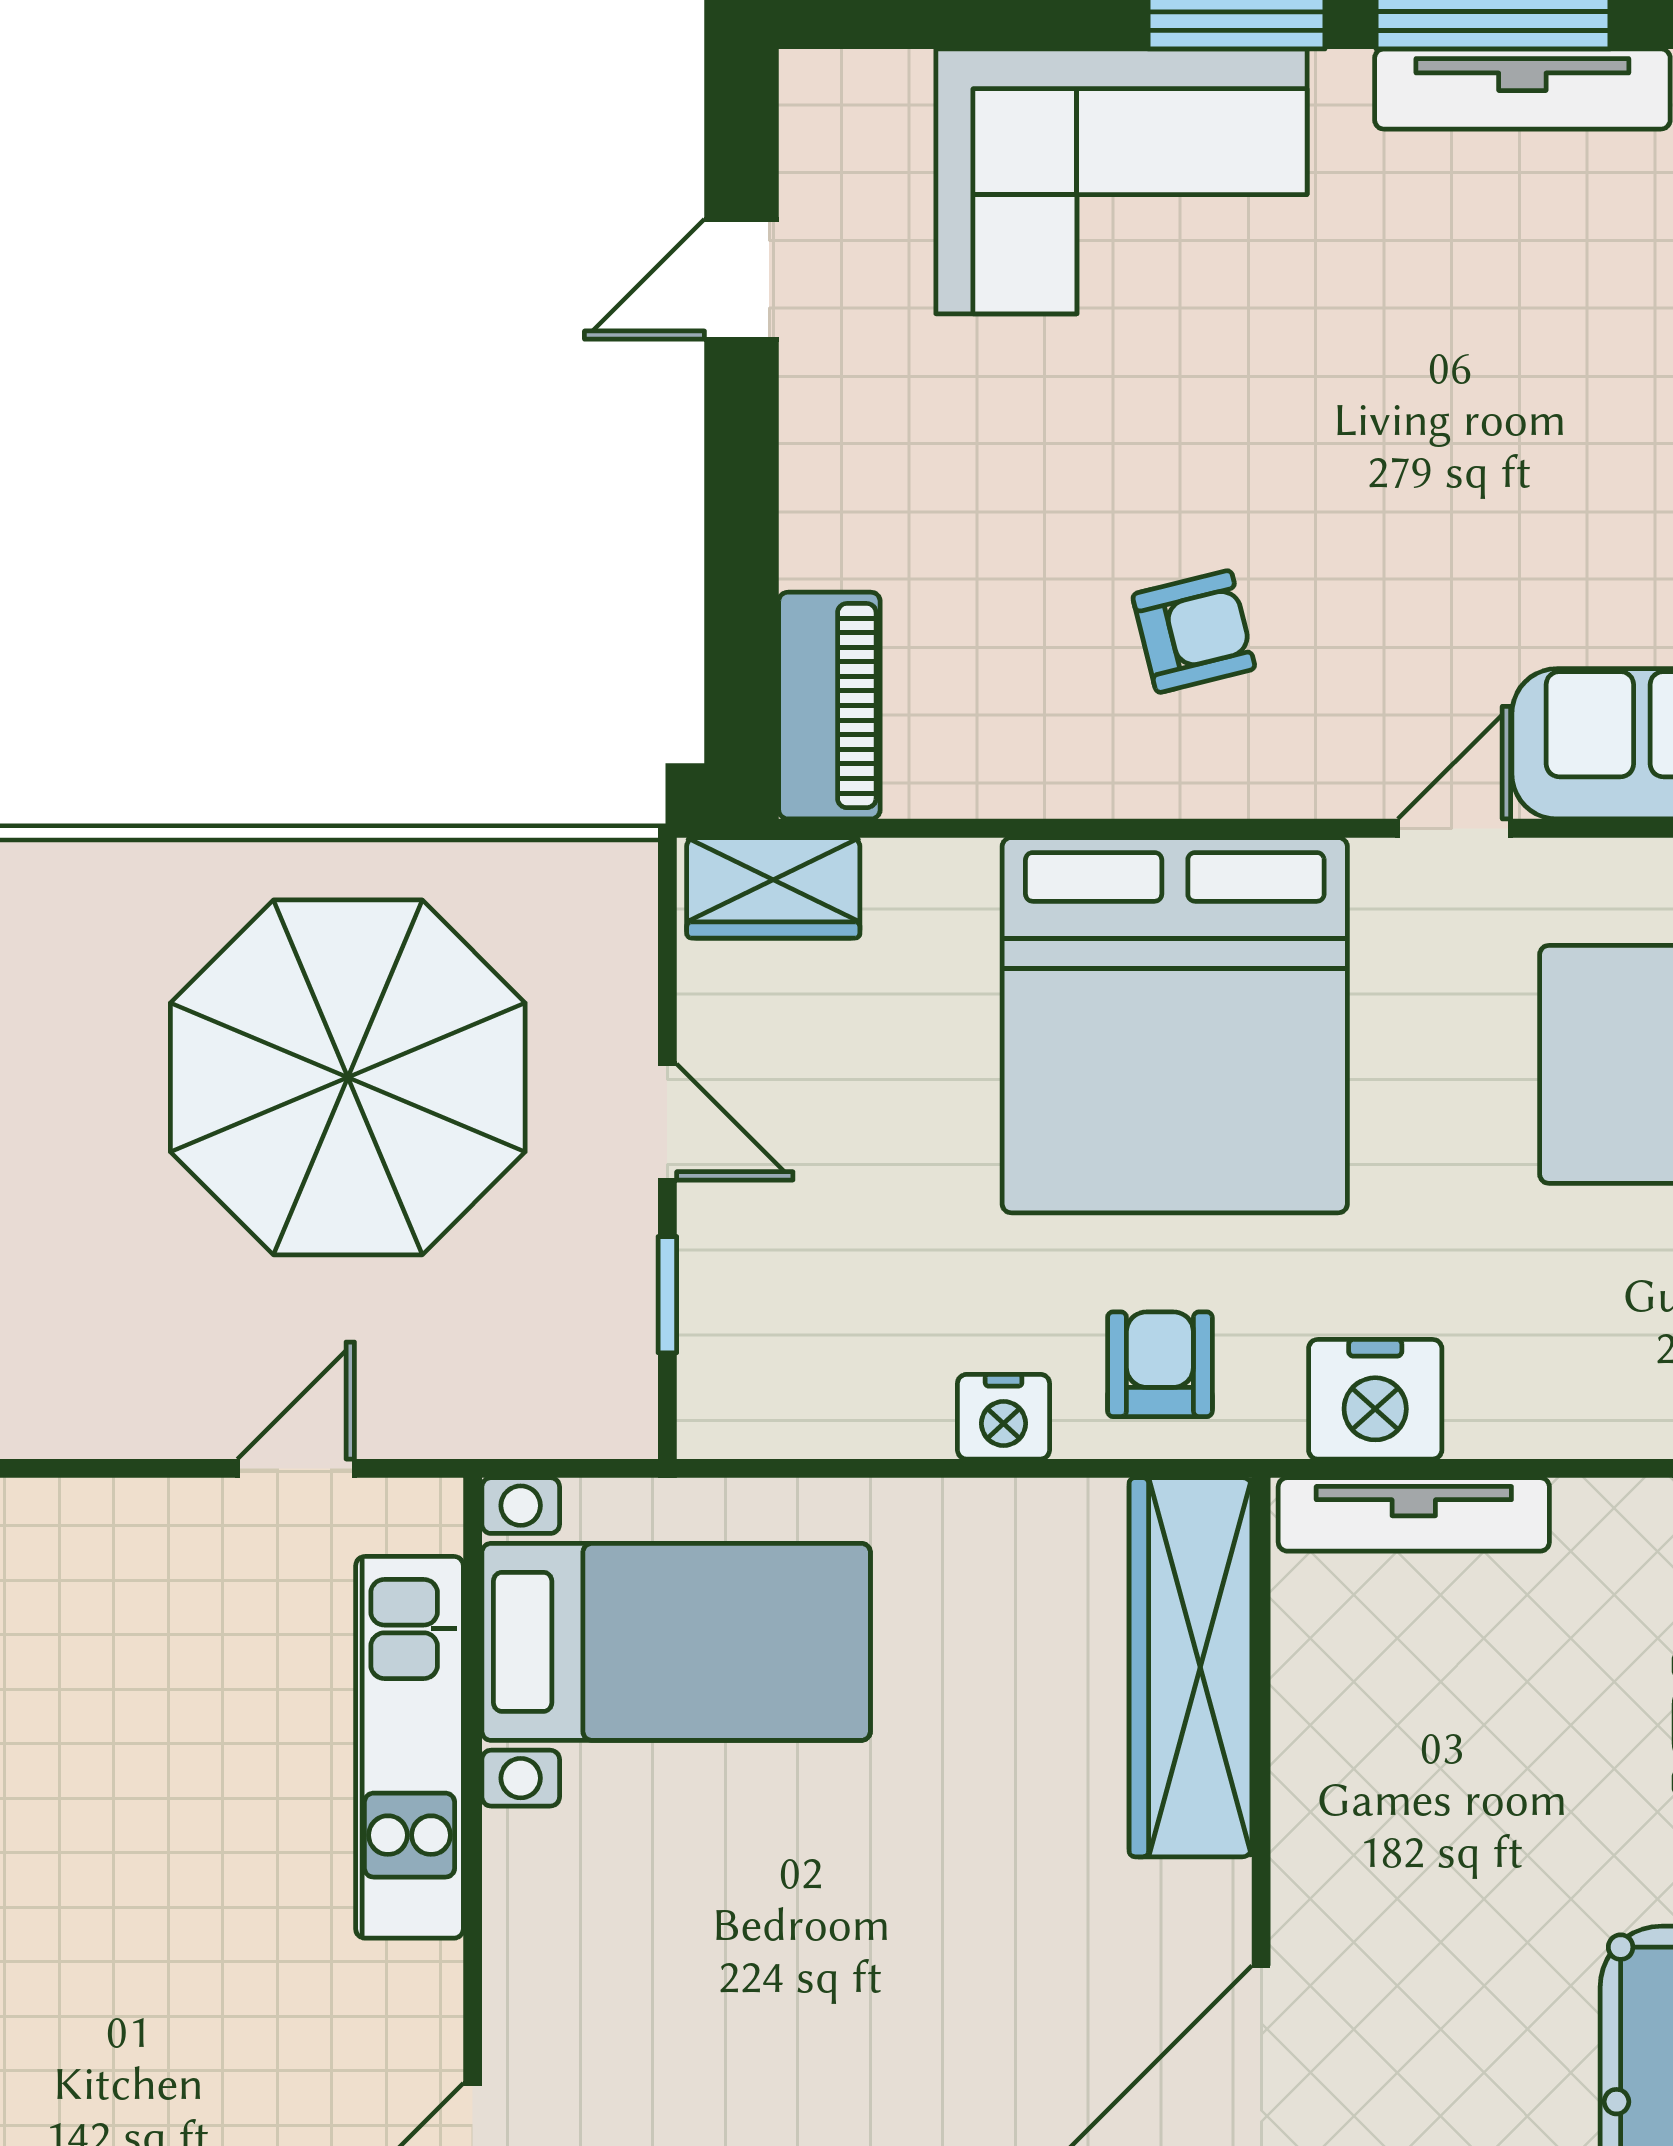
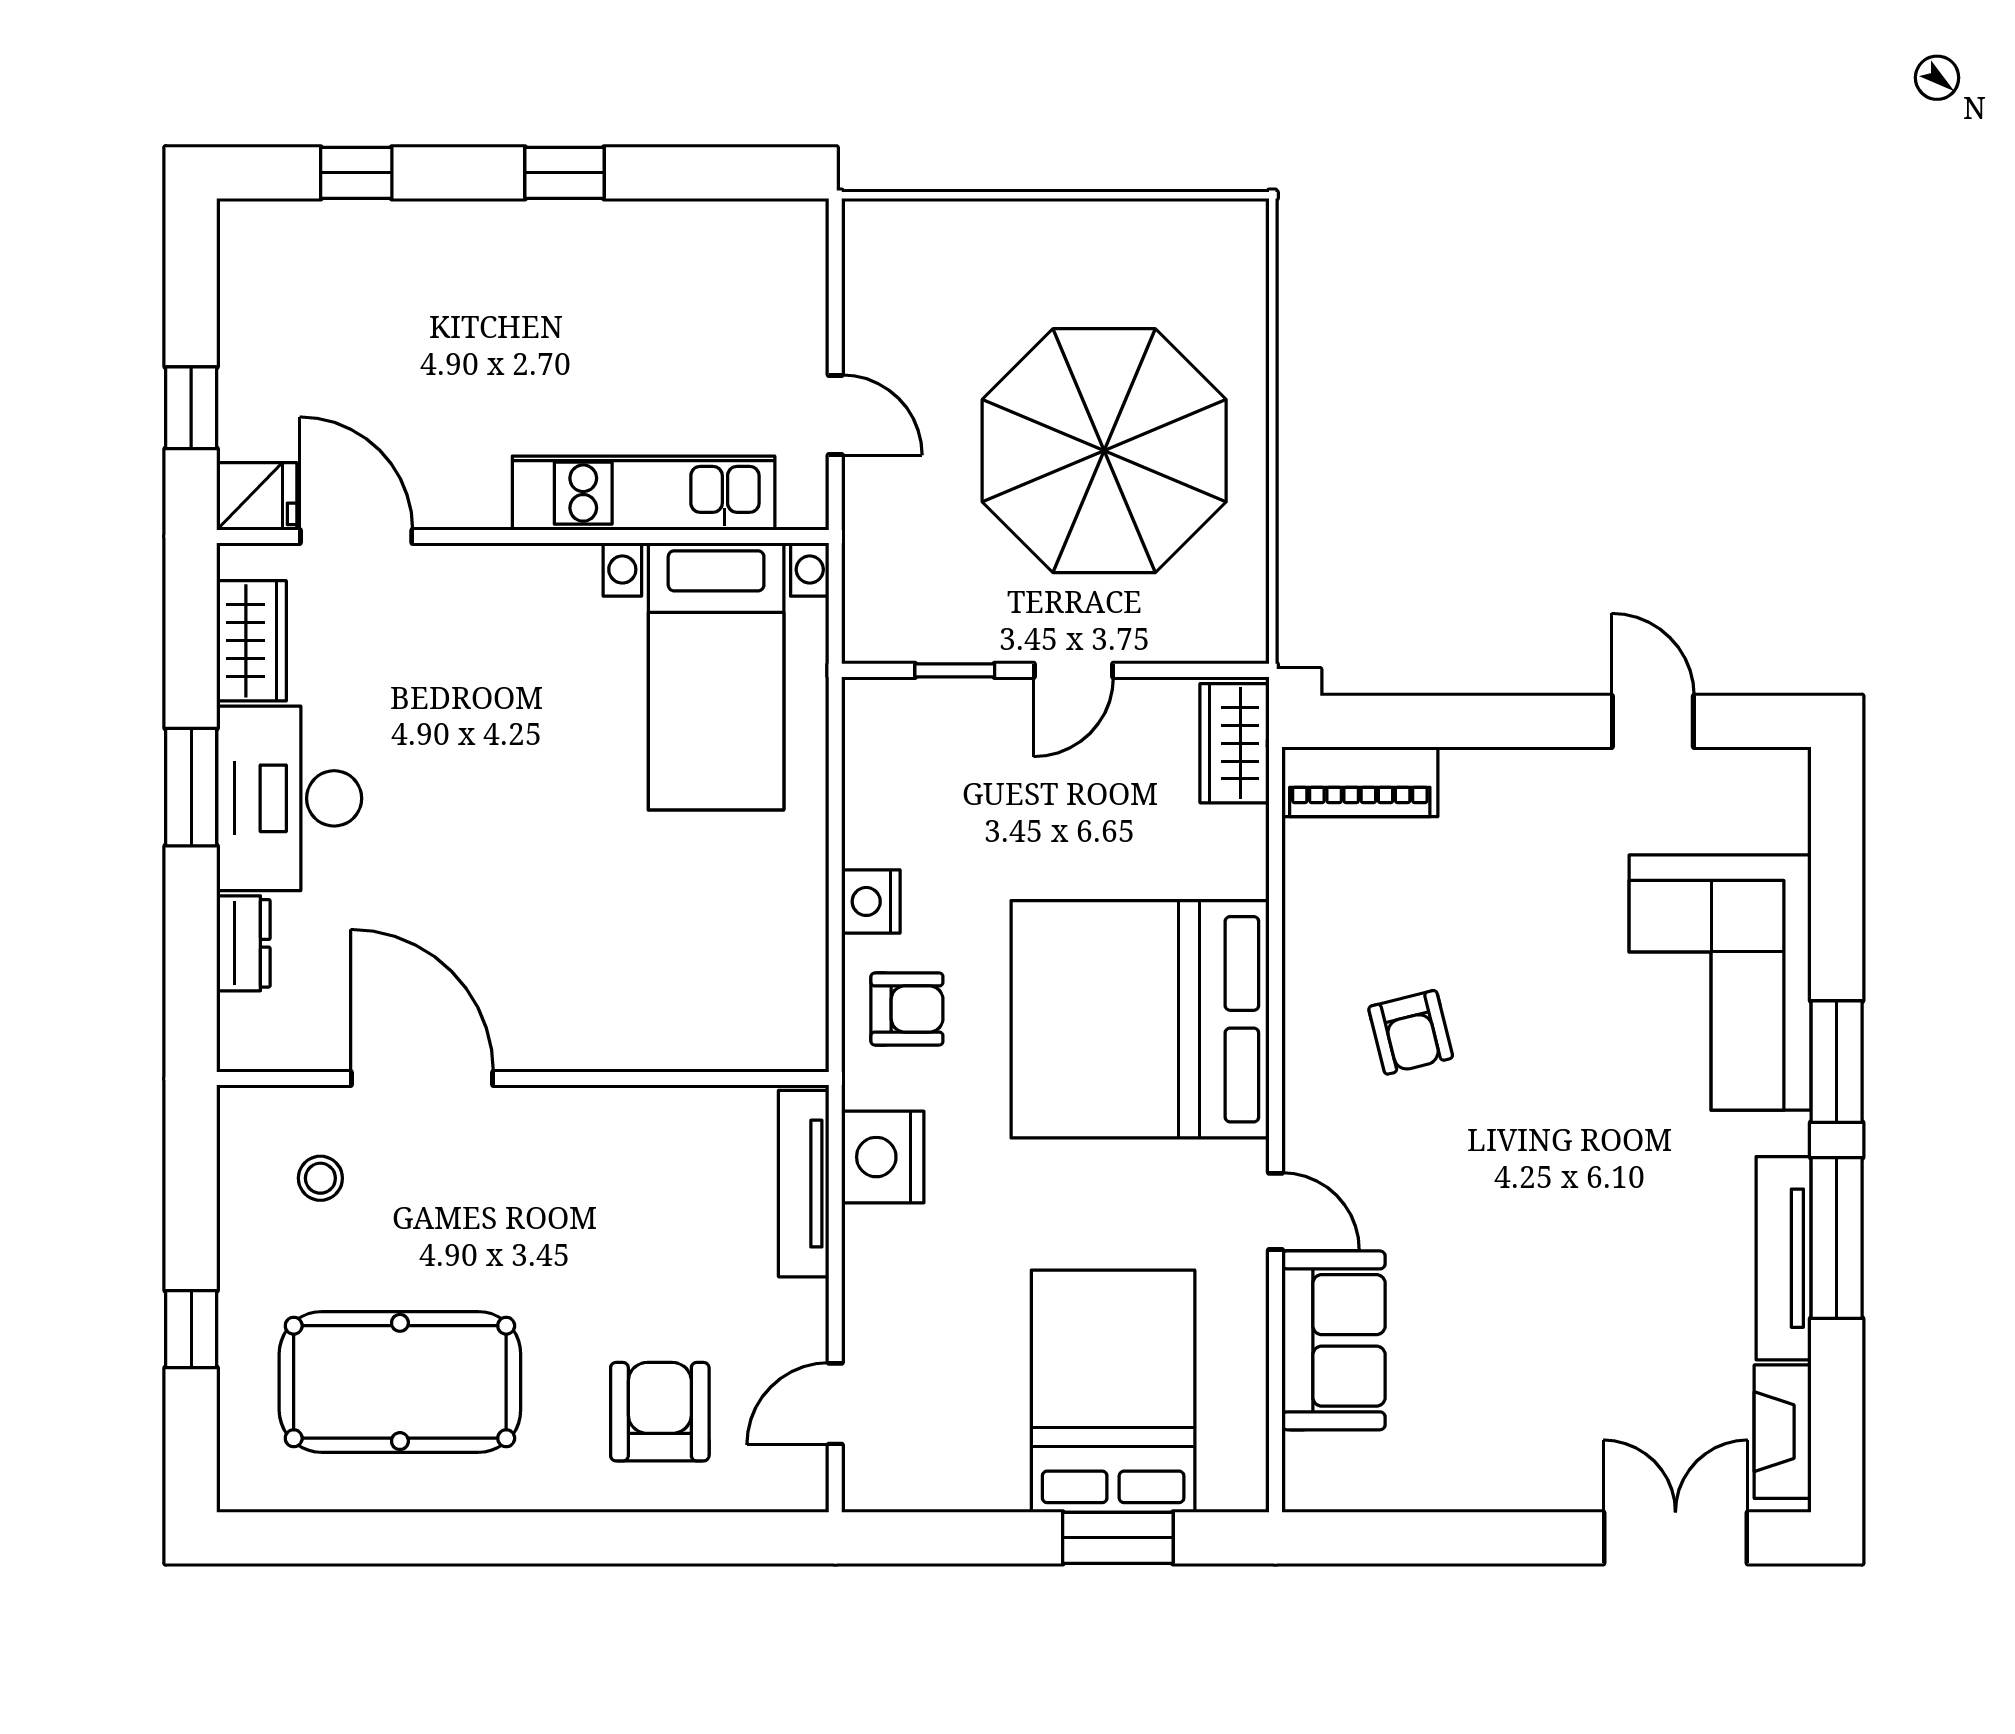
wardrobe: (1190, 1667) -> (699, 1030), removed

